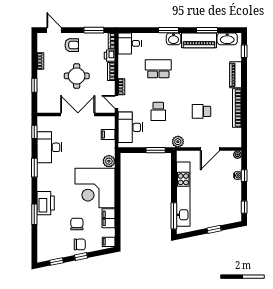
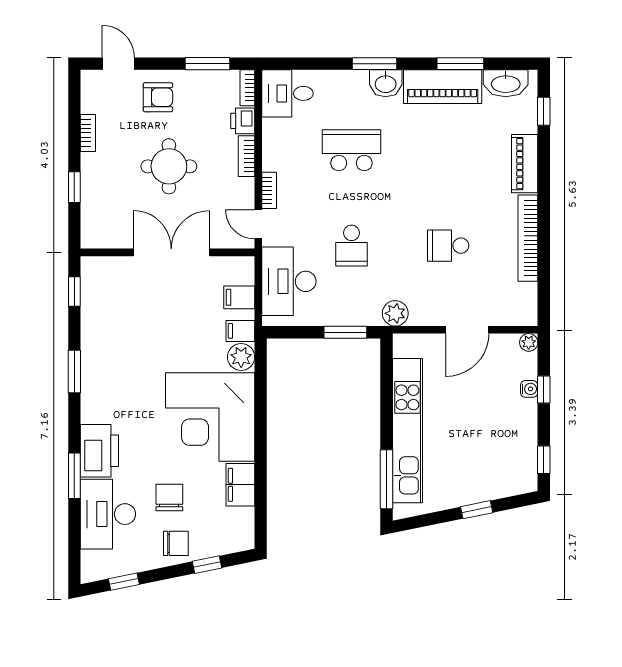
desk: (49, 147) -> (108, 514), moved
filing cabinet: (109, 242) -> (240, 331), moved
window: (81, 257) -> (207, 565), moved

